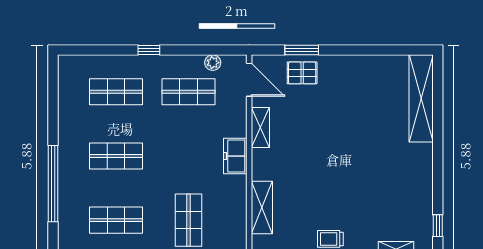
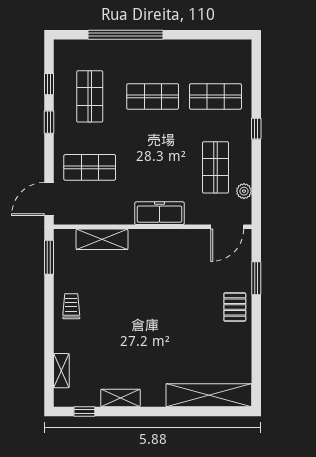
pallet: (302, 73) -> (235, 307), moved
shop shelf: (116, 92) -> (215, 96), turned 90
shelving: (260, 127) -> (120, 398), moved
shop shelf: (116, 156) -> (153, 96), turned 90
freezer: (235, 156) -> (159, 213), width x1.40

